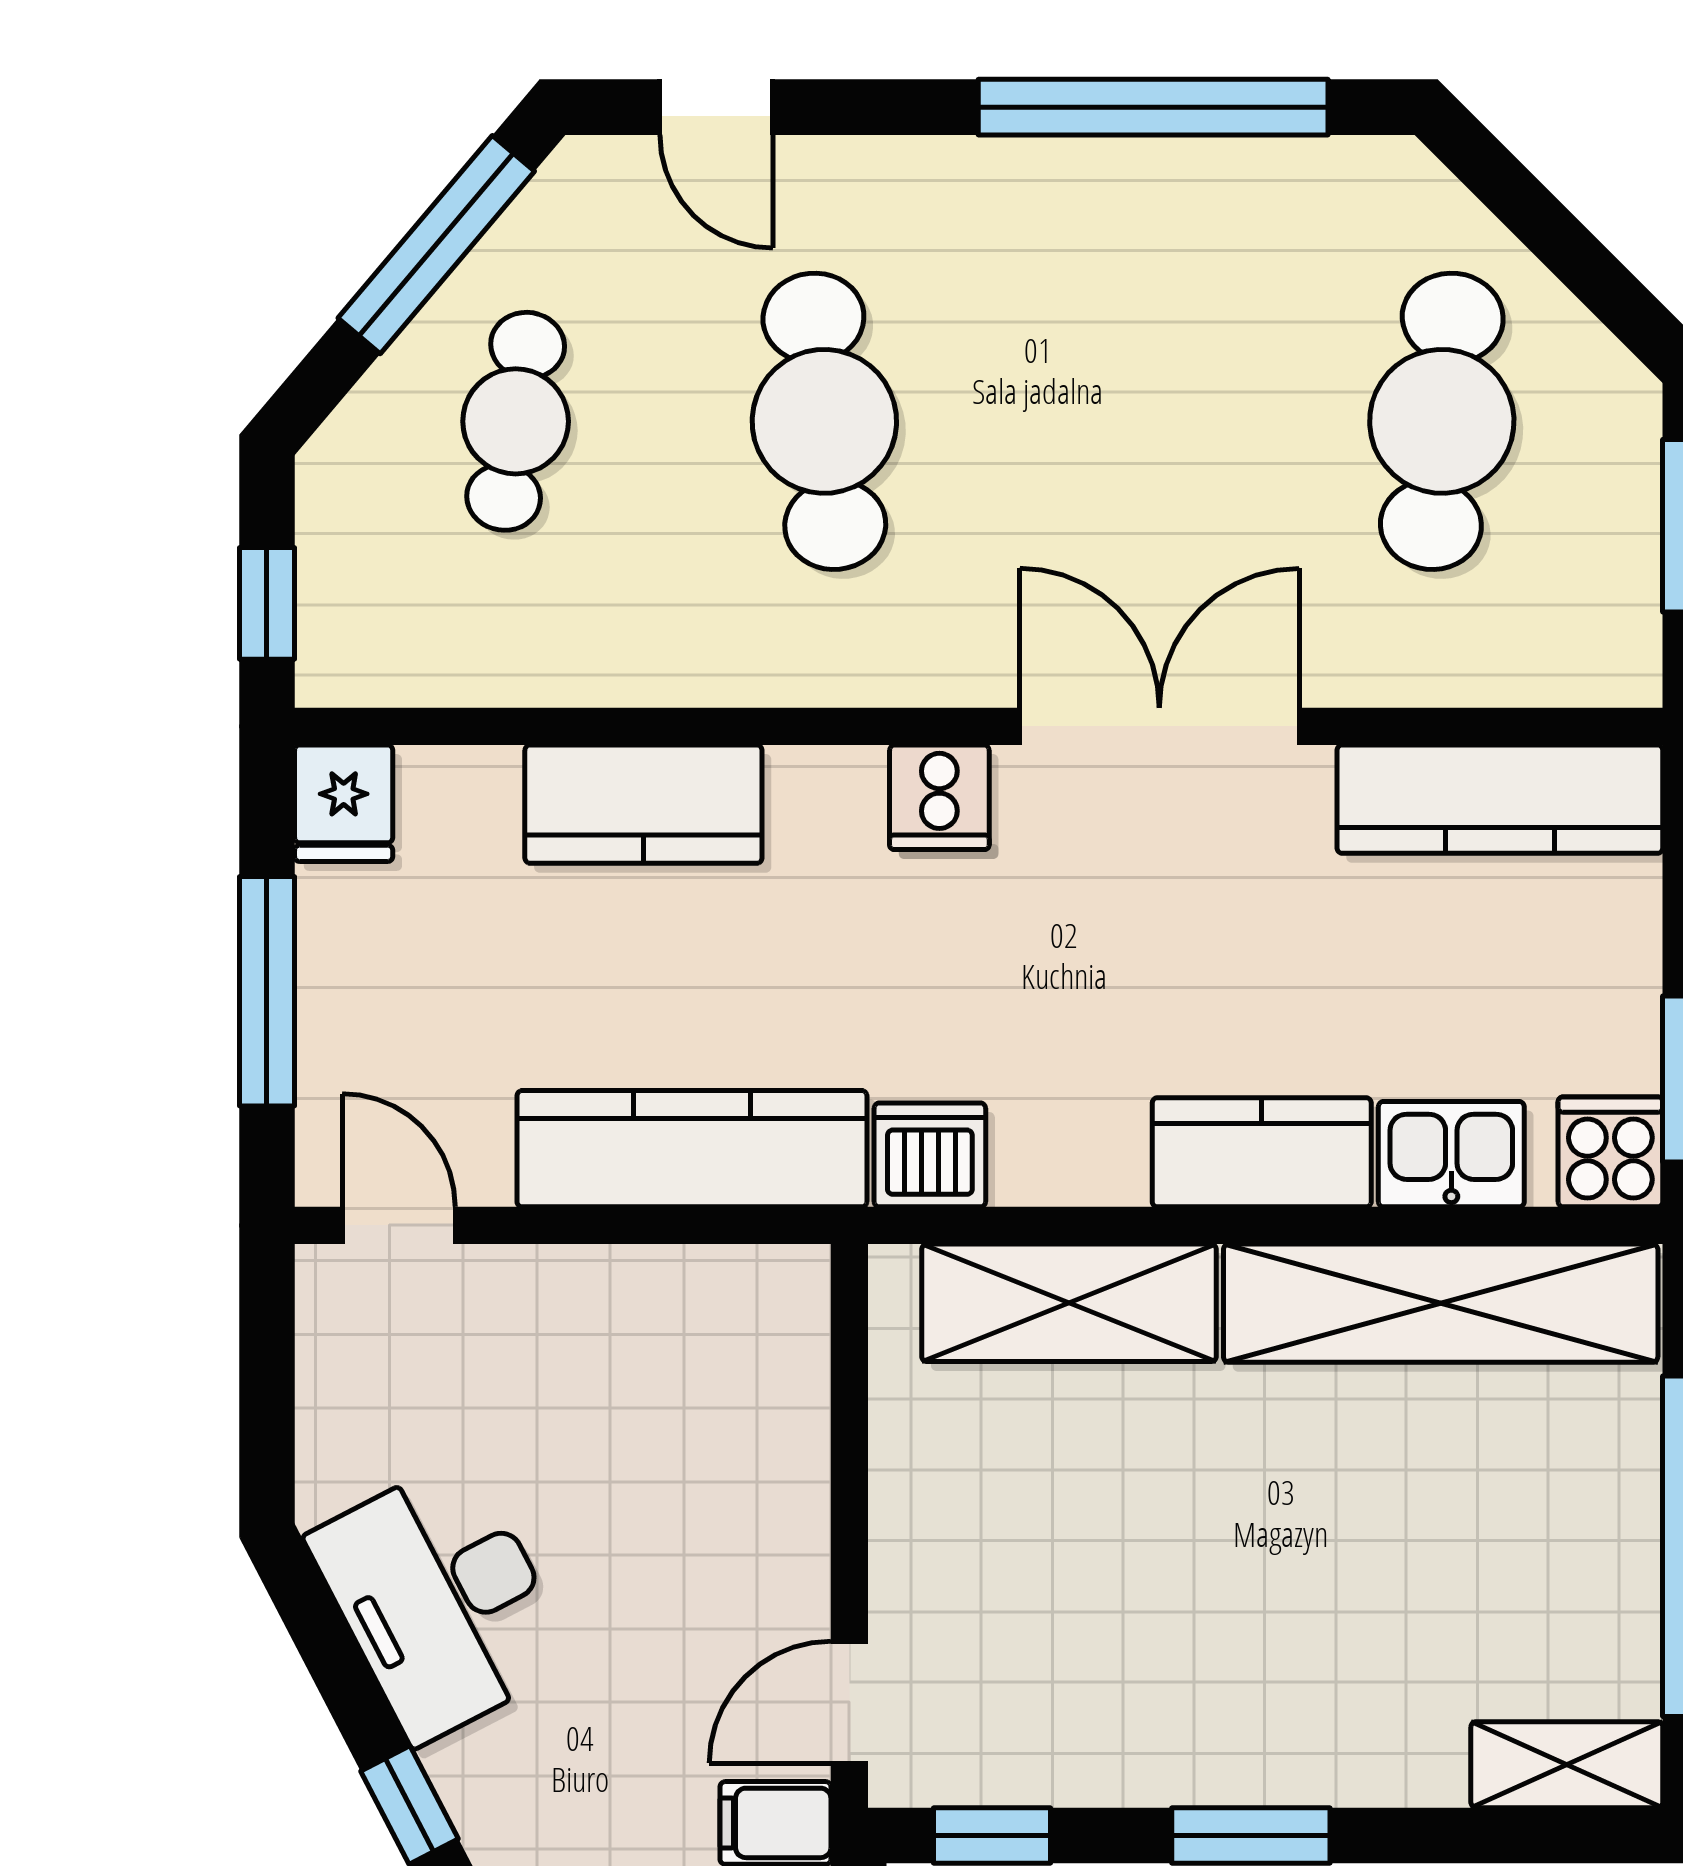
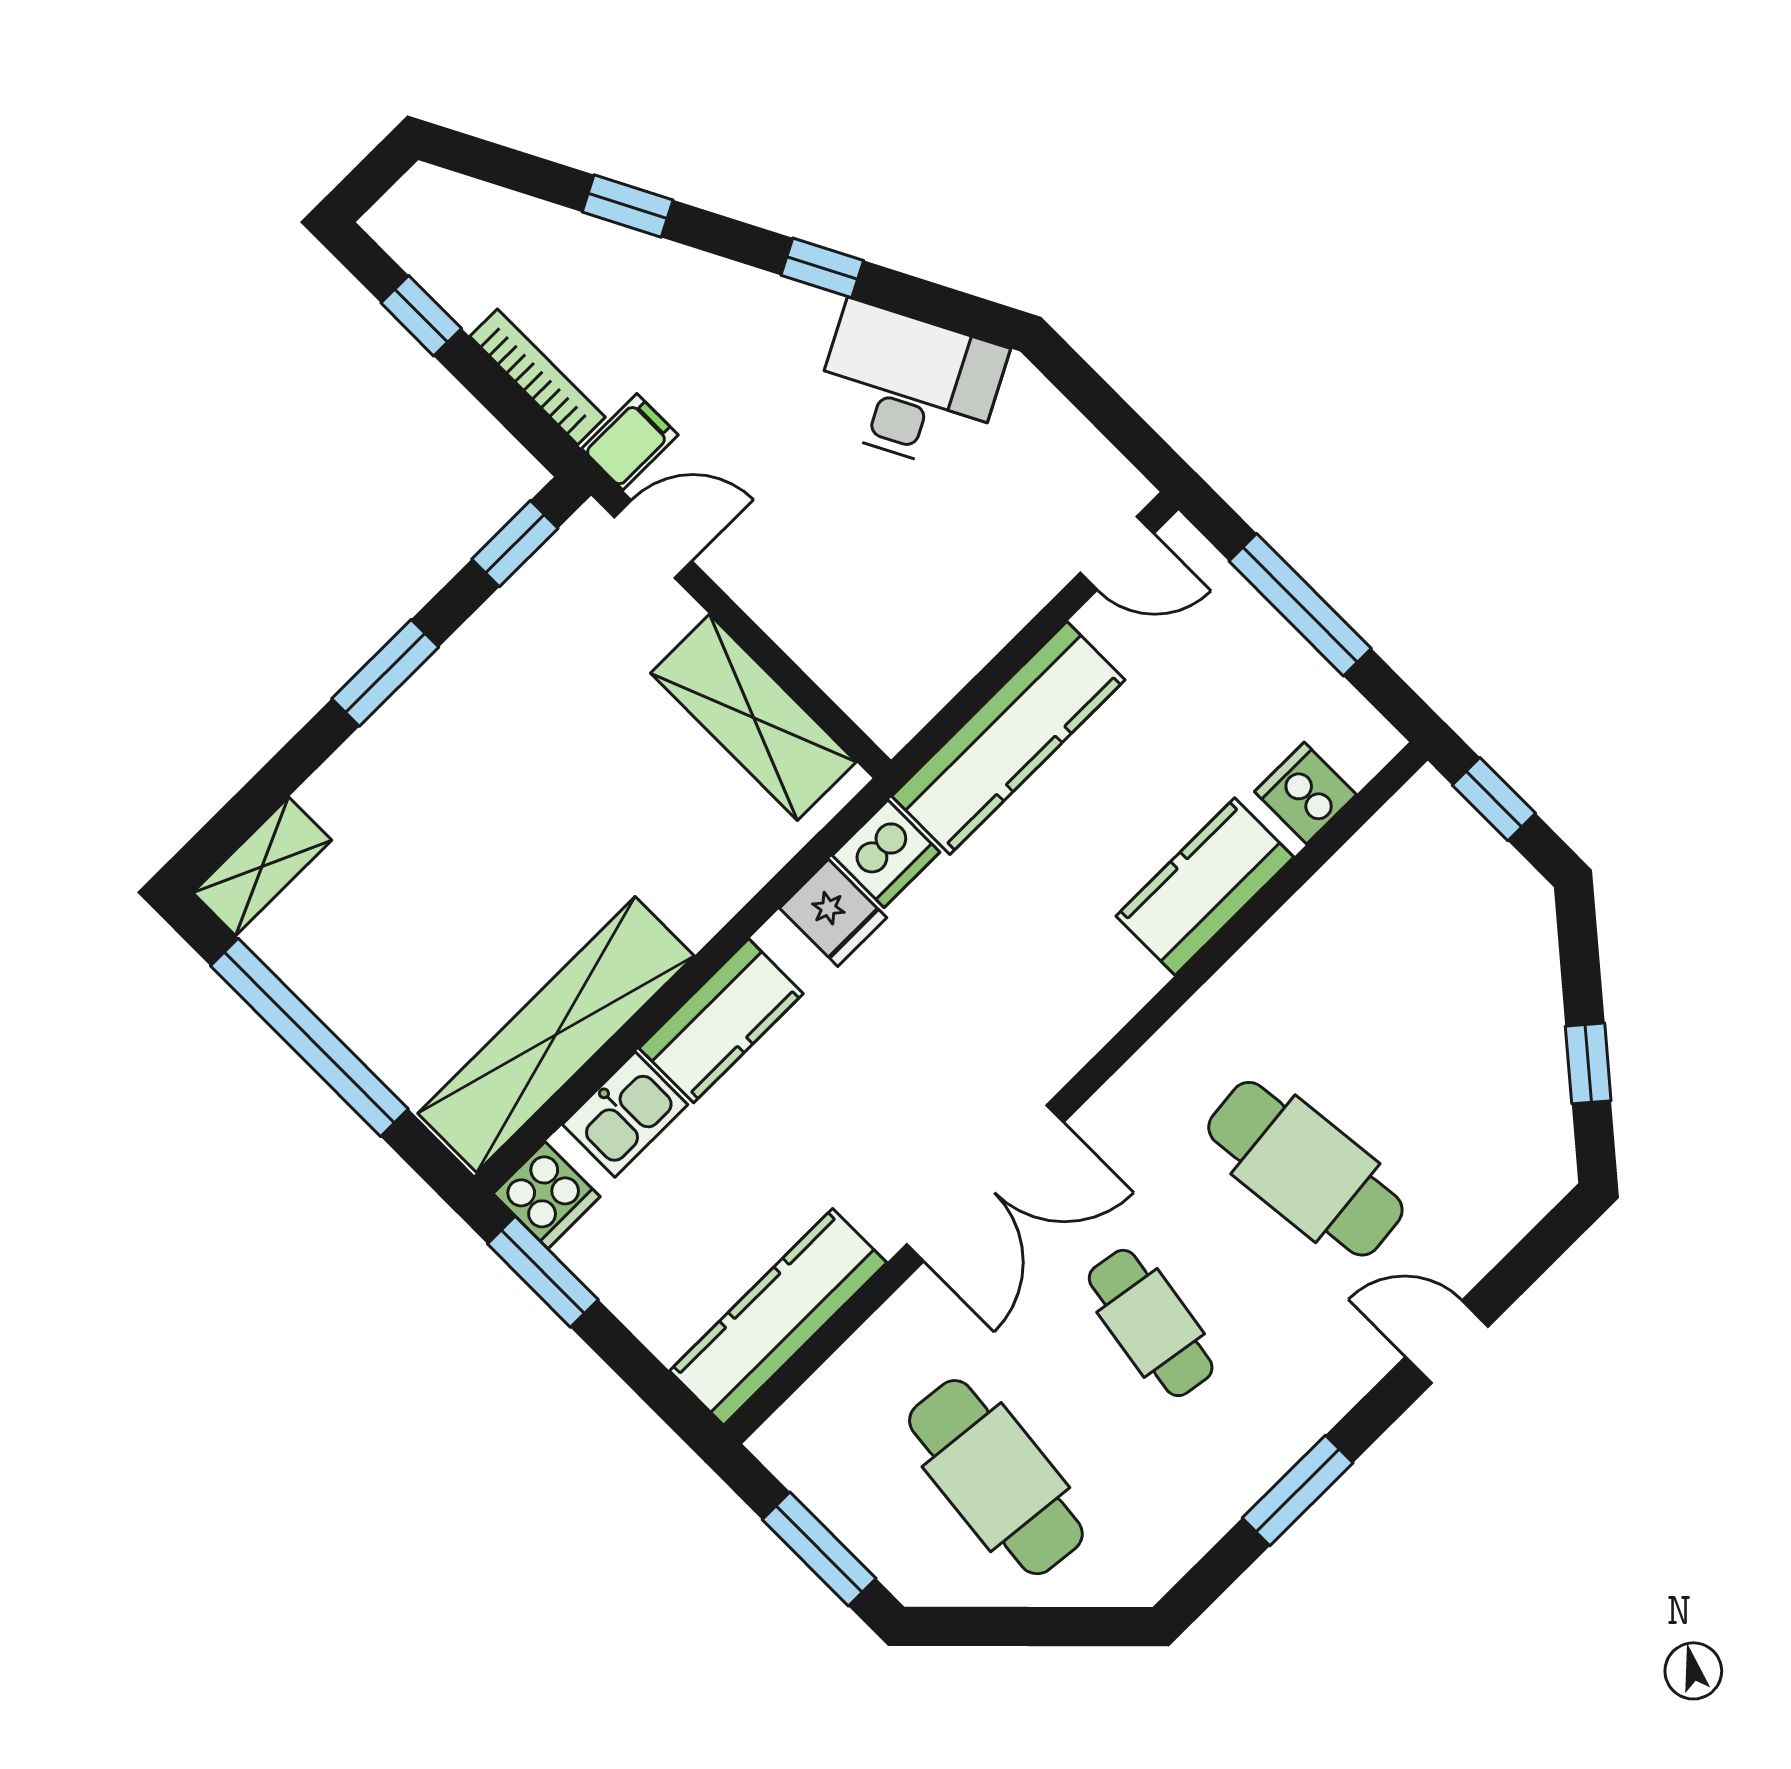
door: (716, 107) -> (1447, 1342), moved
window: (1153, 107) -> (1298, 1490), width x0.47
window: (436, 245) -> (1588, 1063), width x0.46
cafe table: (516, 421) -> (1151, 1323), moved
cooker: (939, 797) -> (1305, 793), moved
fridge: (344, 803) -> (833, 913), moved, turned 180
shelving: (1069, 1303) -> (753, 717), moved, turned 90
door: (849, 1702) -> (653, 539), hinge flipped

